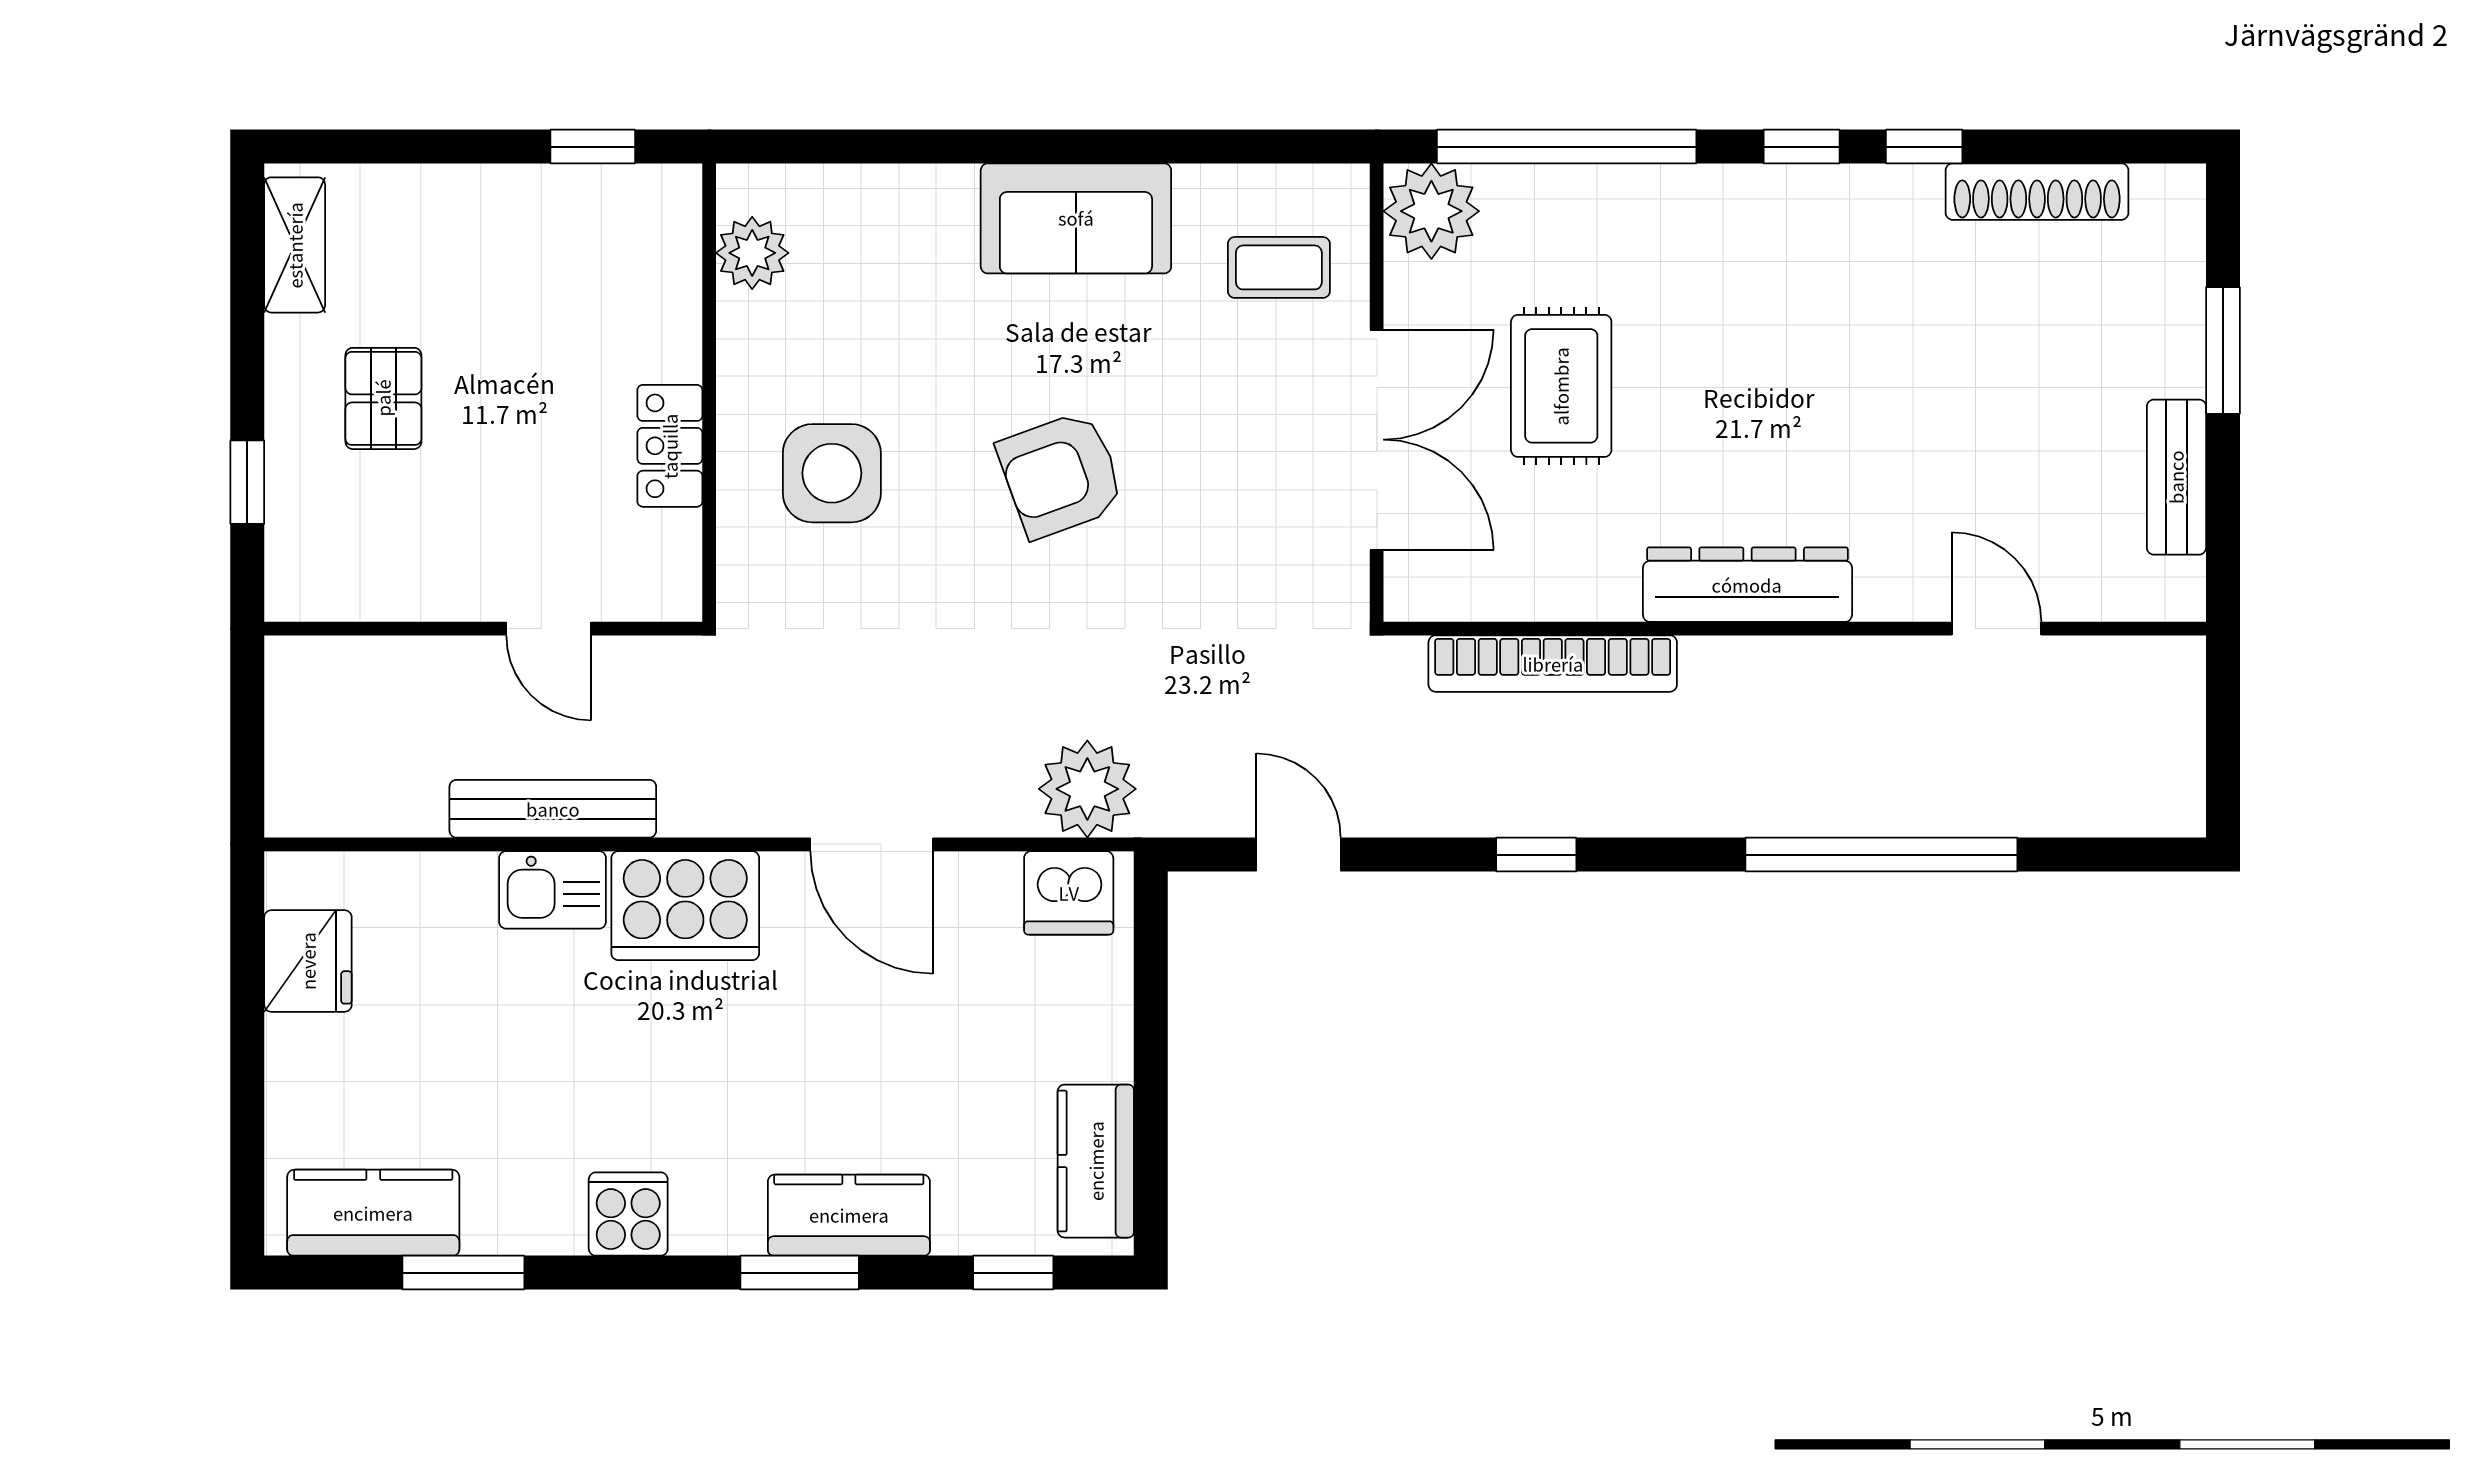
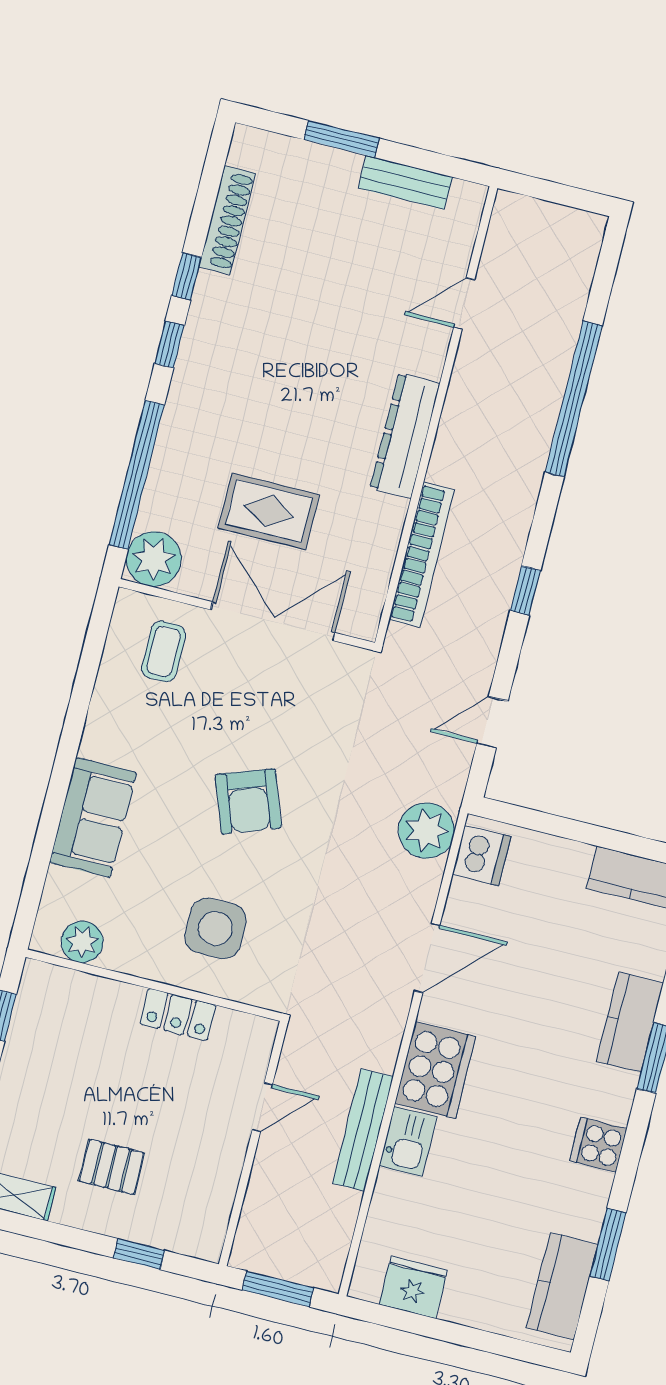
sofa: (1076, 218) -> (93, 817), moved
window: (247, 732) -> (278, 1289), added

